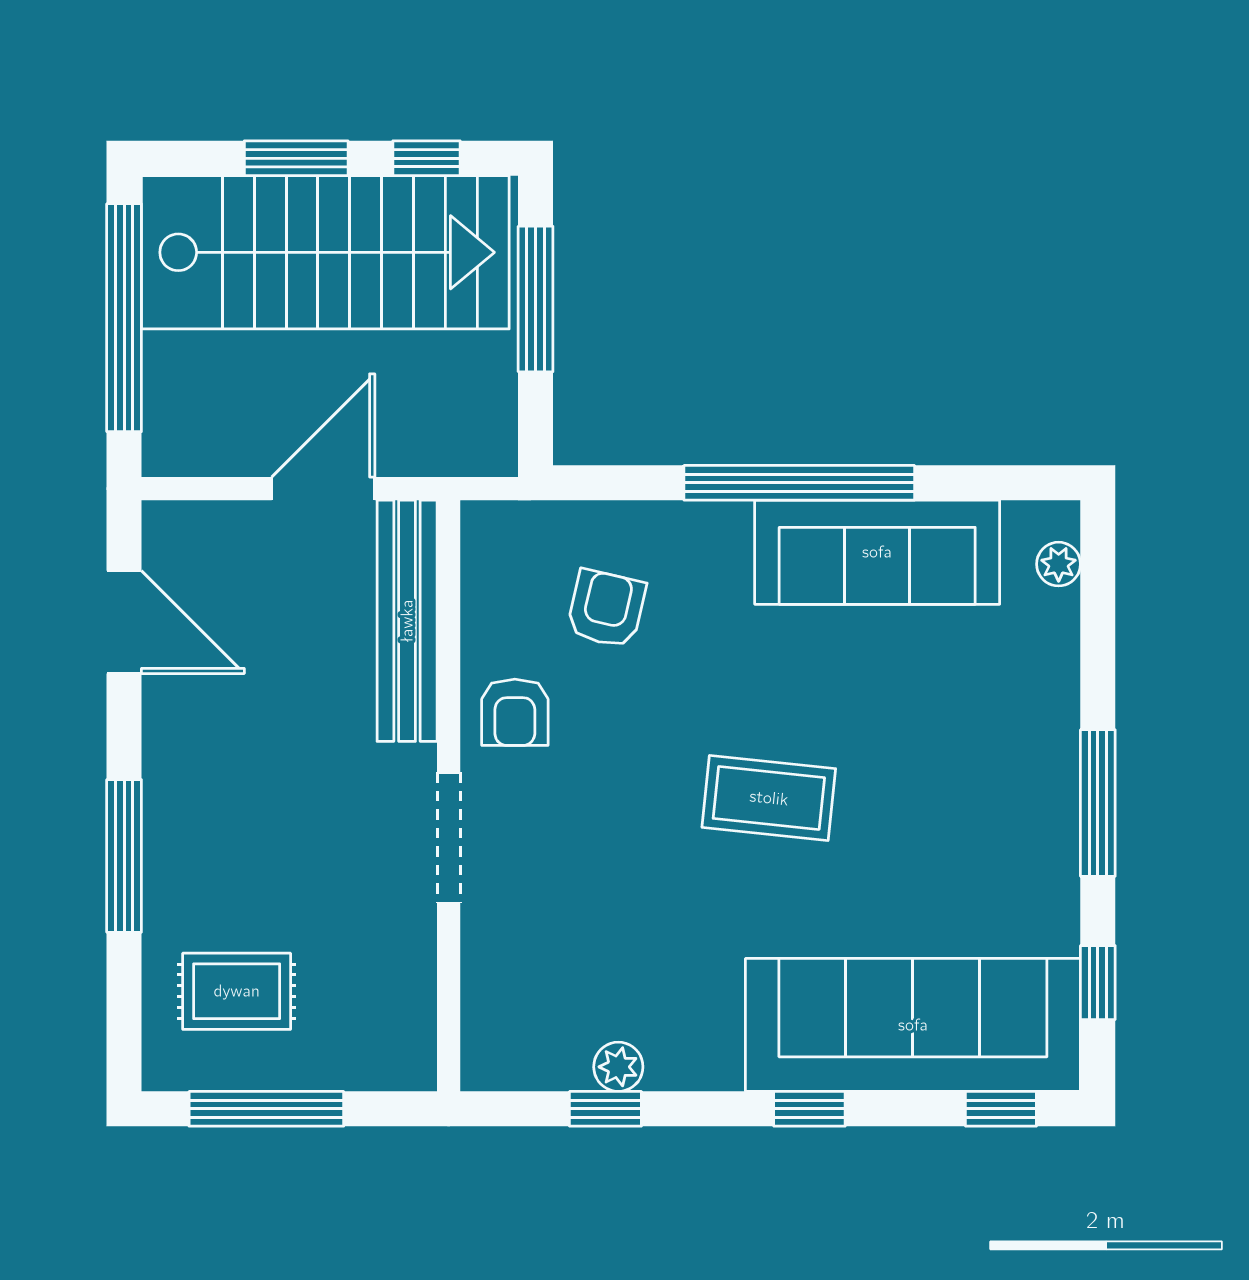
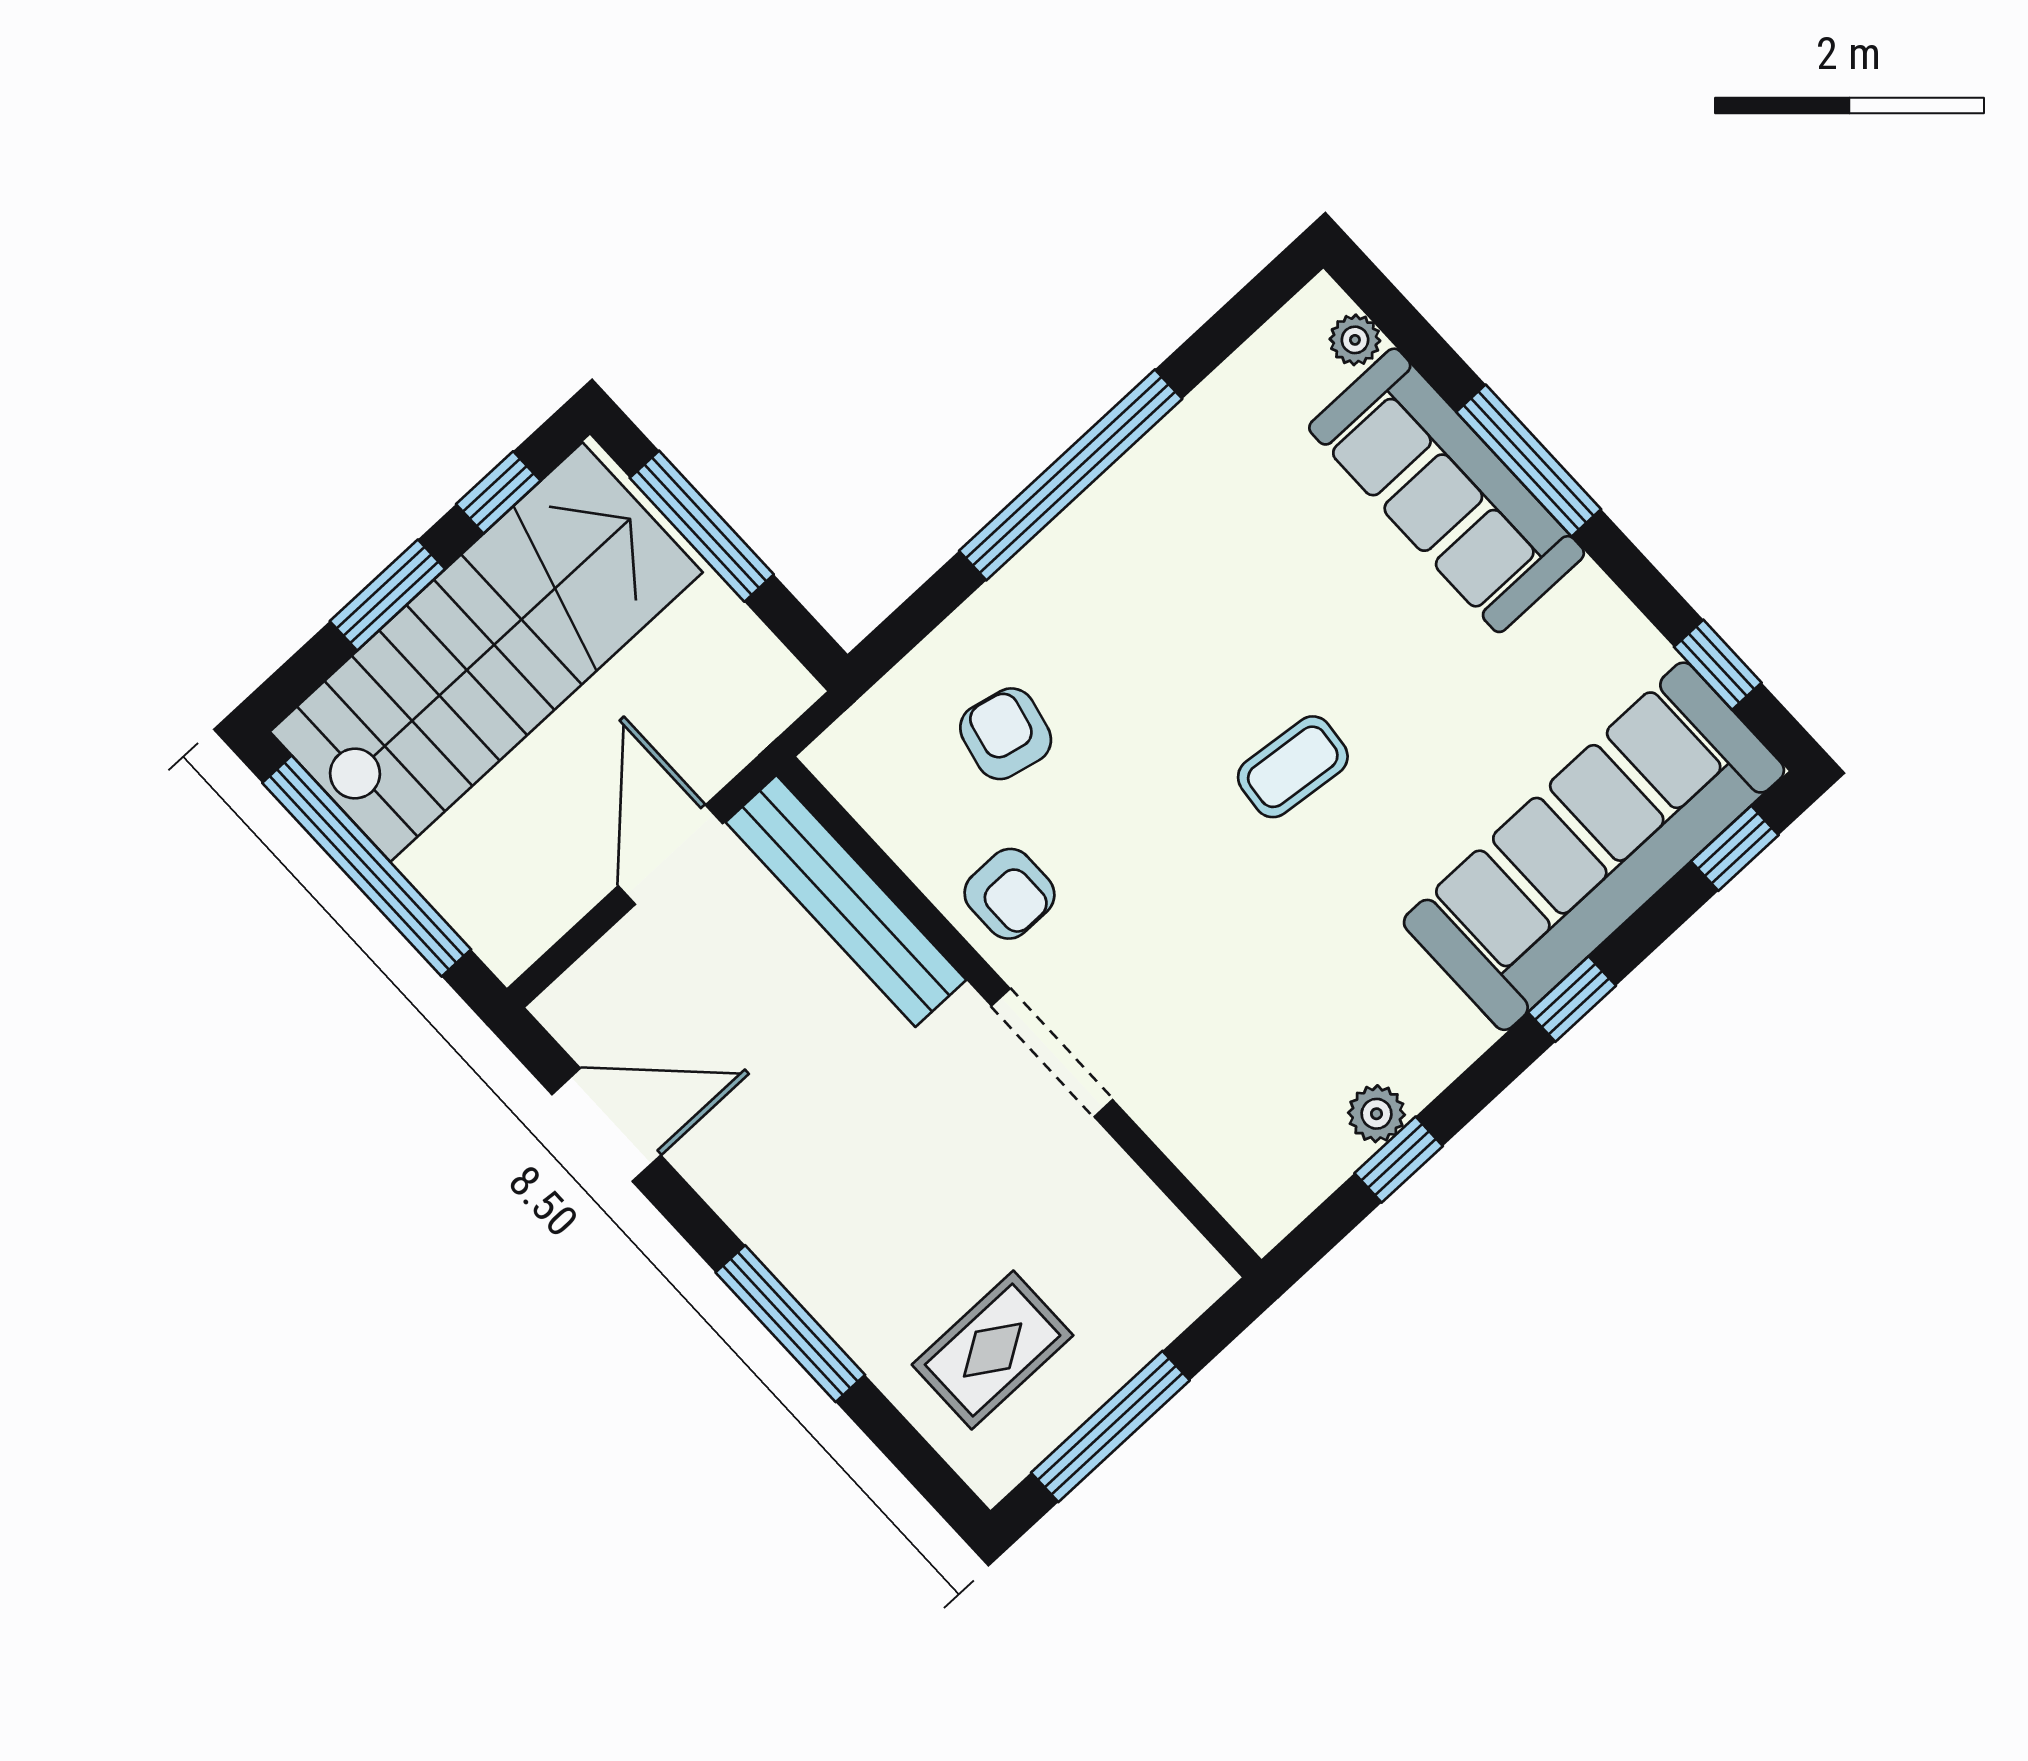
sofa: (877, 552) -> (1447, 490), moved, turned 90
coffee table: (769, 798) -> (1293, 767), width x0.73, depth x0.77
window: (1098, 803) -> (1529, 460), moved

